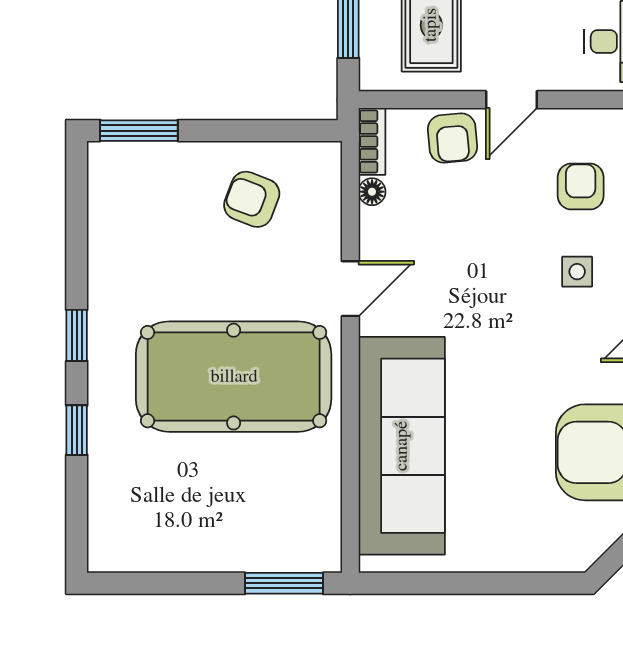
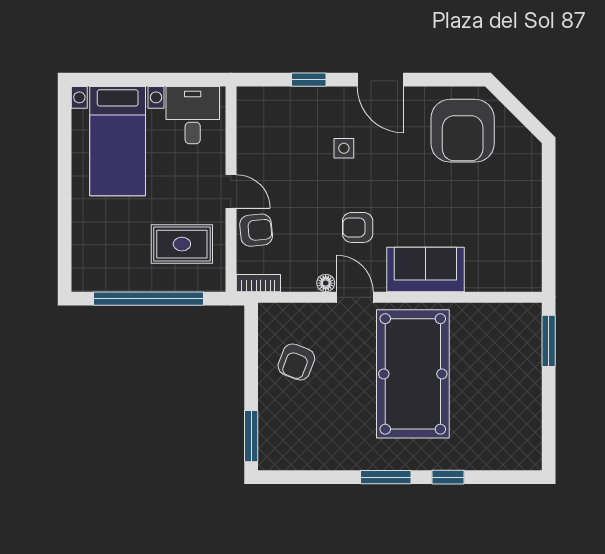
armchair: (581, 186) -> (358, 227), moved
floor lamp: (372, 192) -> (326, 283), moved
window: (77, 335) -> (386, 477), width x1.50
sofa: (402, 446) -> (425, 270), width x0.54, depth x0.79

